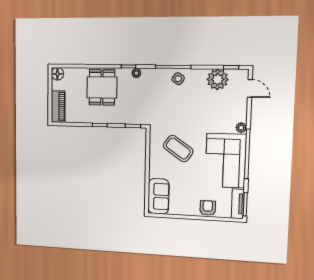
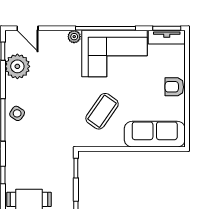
plant: (136, 73) -> (11, 165), removed
door: (250, 88) -> (28, 28), swing flipped
sofa: (158, 196) -> (155, 134), width x1.36
armchair: (208, 208) -> (174, 87), moved

